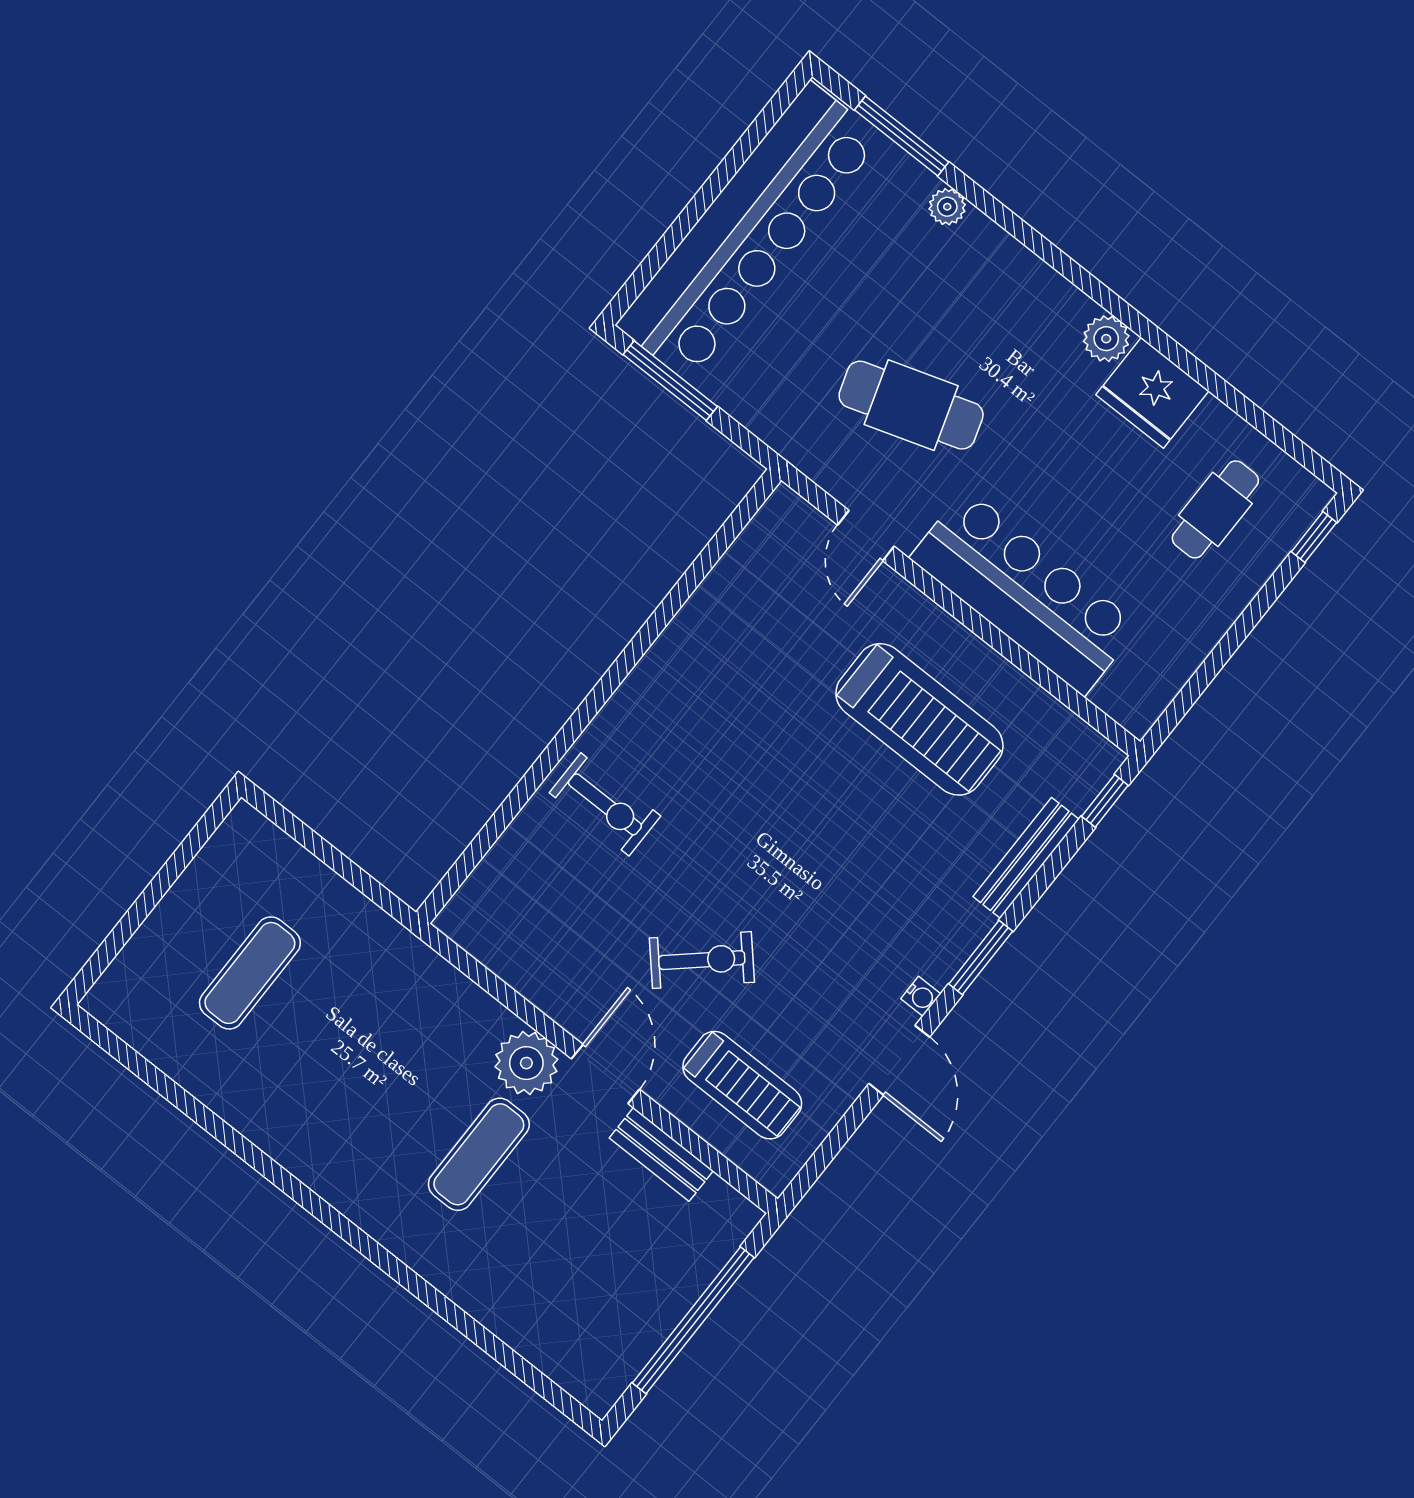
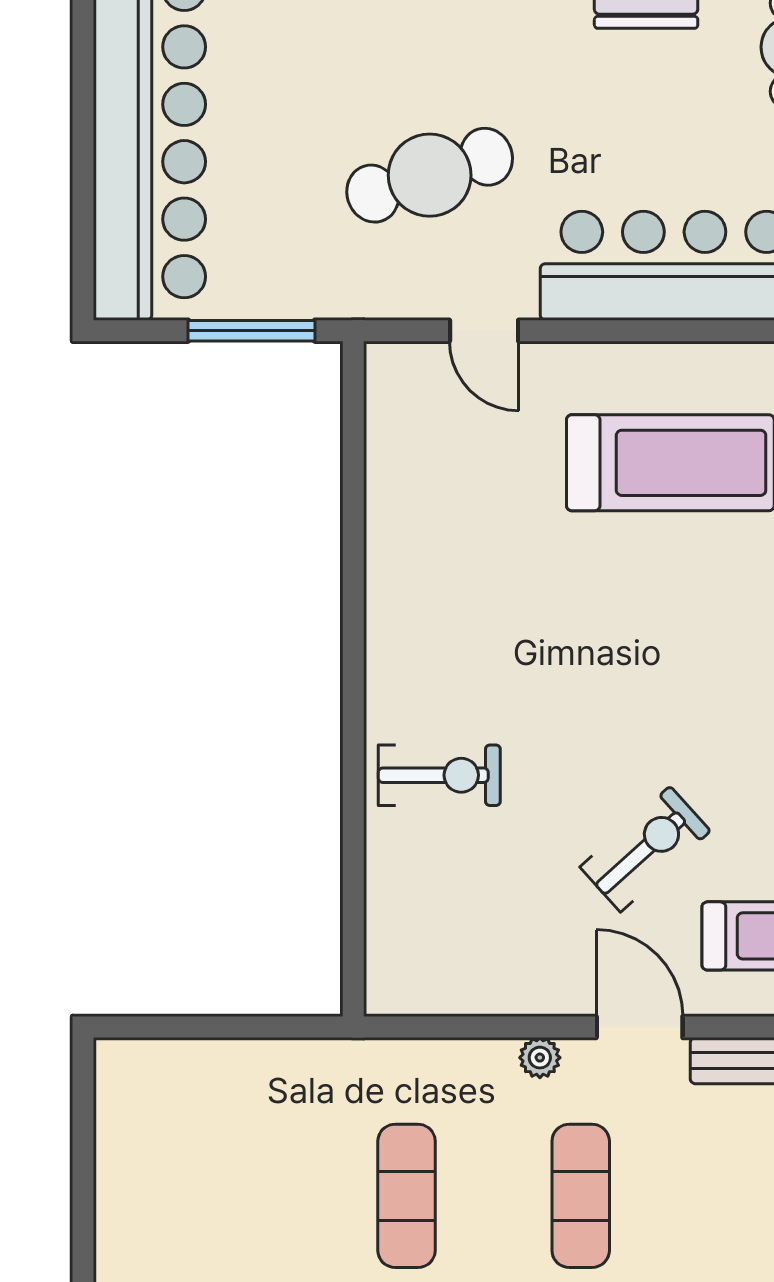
window: (670, 381) -> (251, 331), moved
exercise mat: (250, 973) -> (407, 1196), moved
plant: (526, 1063) -> (540, 1058), width x0.53, depth x0.53

